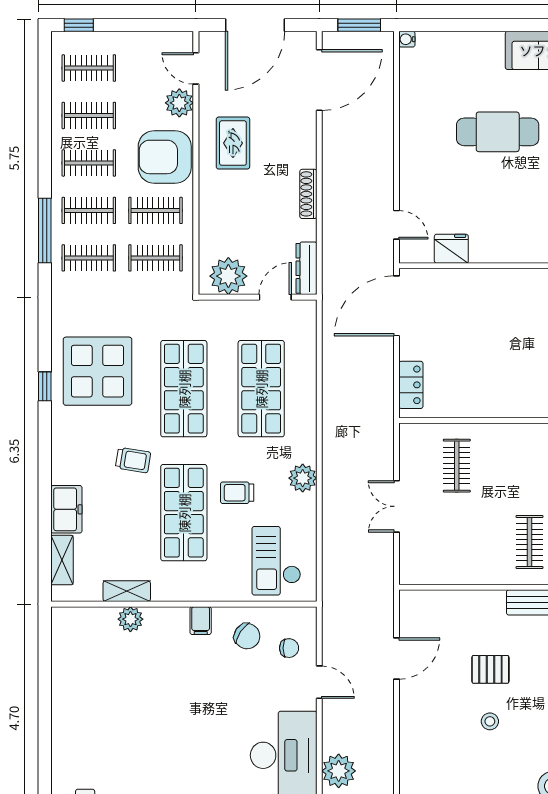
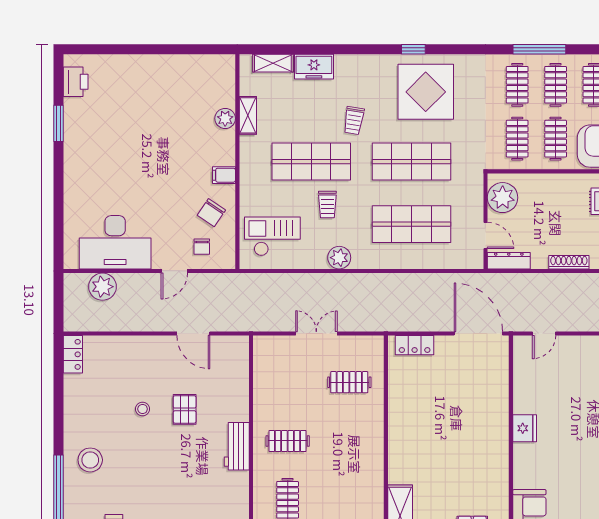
fridge: (451, 249) -> (525, 428), moved
trolley: (237, 493) -> (327, 205), turned 180

